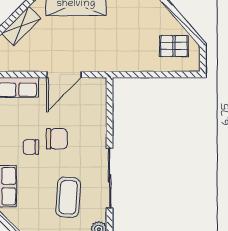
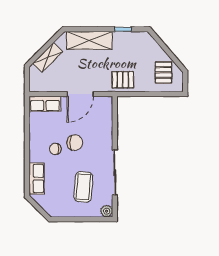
pallet: (174, 46) -> (163, 72), turned 90
pallet: (120, 56) -> (123, 80), added

